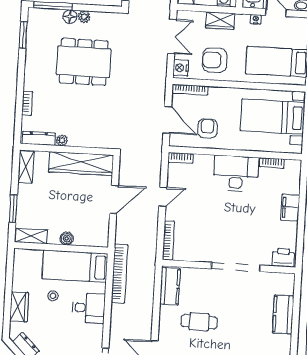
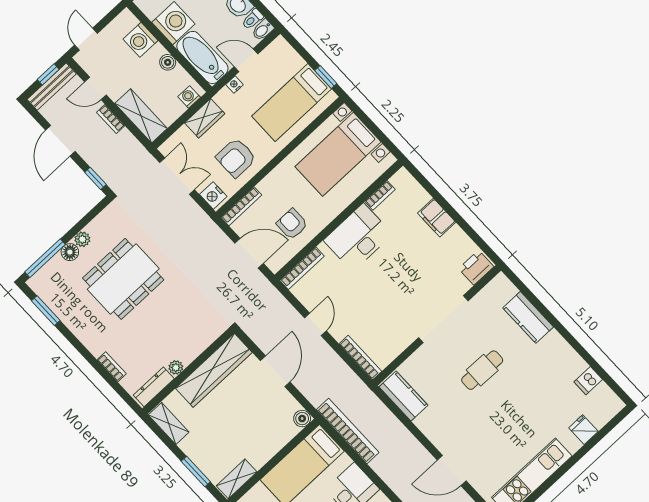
bookcase: (181, 158) -> (302, 268), width x1.56
boiler: (67, 239) -> (302, 419), moved
cafe table: (199, 322) -> (482, 370), moved

